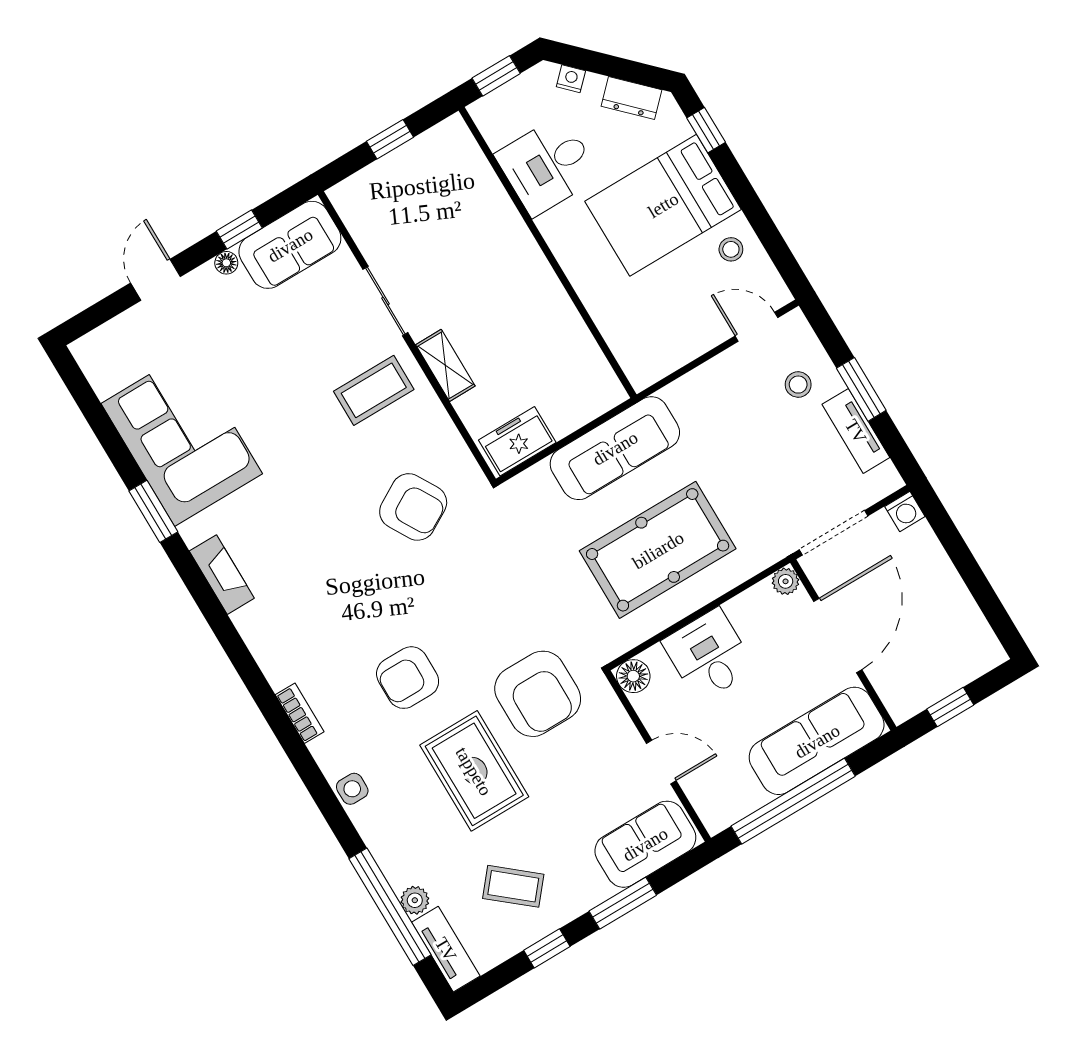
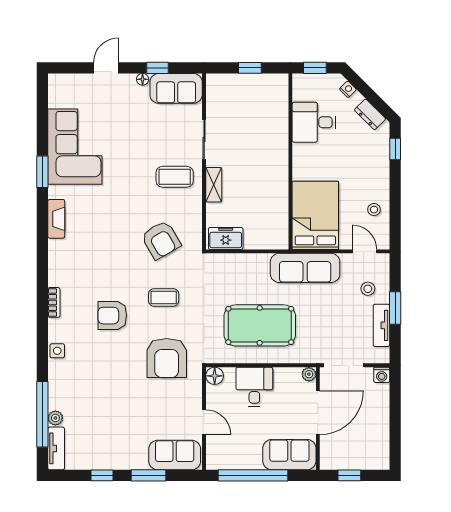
bed: (663, 205) -> (315, 215), moved, turned 90
sofa: (615, 448) -> (305, 268), moved
sofa: (817, 741) -> (289, 455), width x0.73
rug: (474, 771) -> (117, 376), removed
coffee table: (513, 886) -> (164, 297), moved, turned -40

